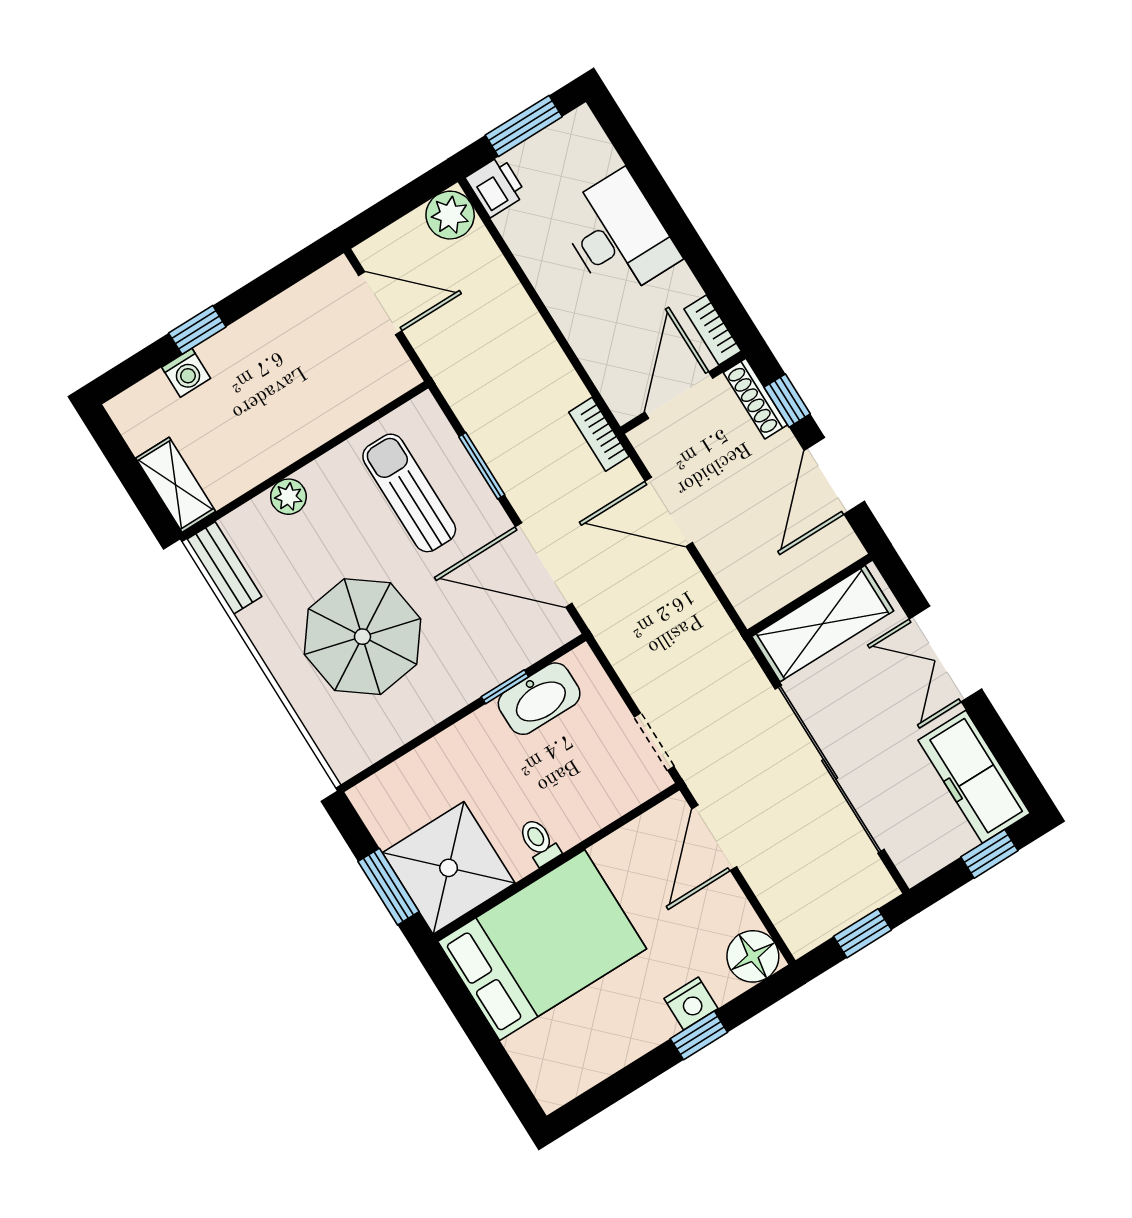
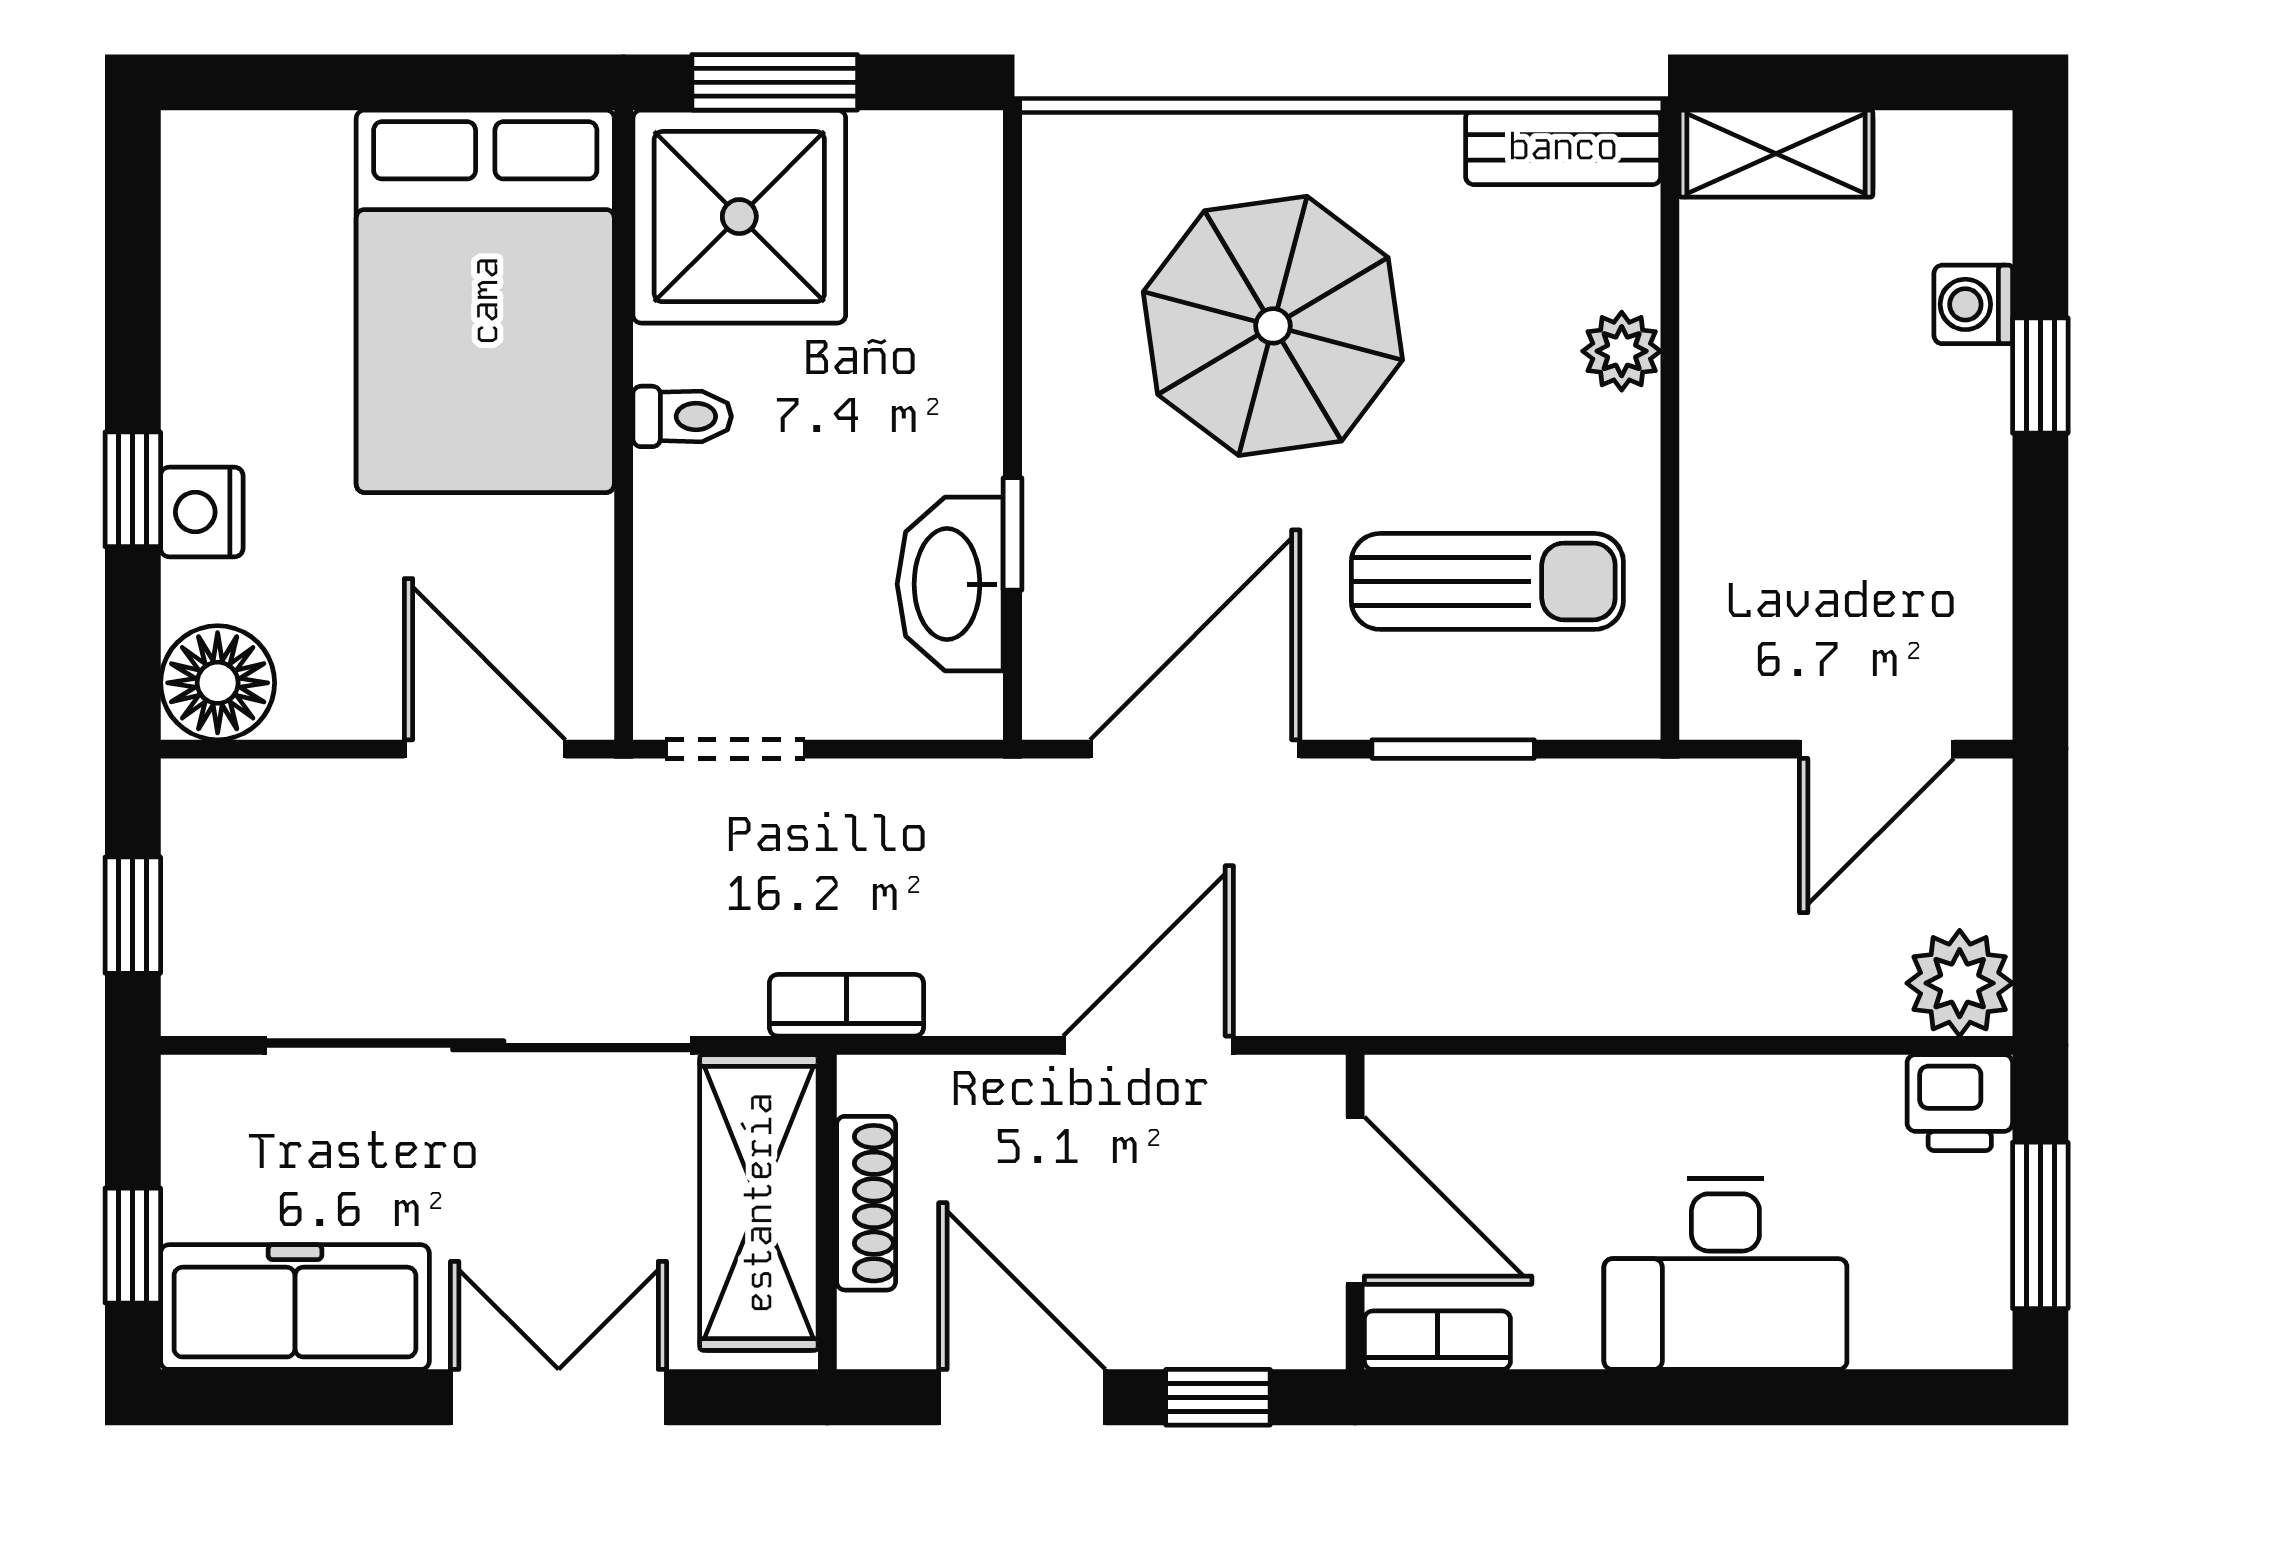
shoe rack: (755, 399) -> (866, 1203), moved, turned 90
bookcase: (599, 434) -> (846, 1005), moved

